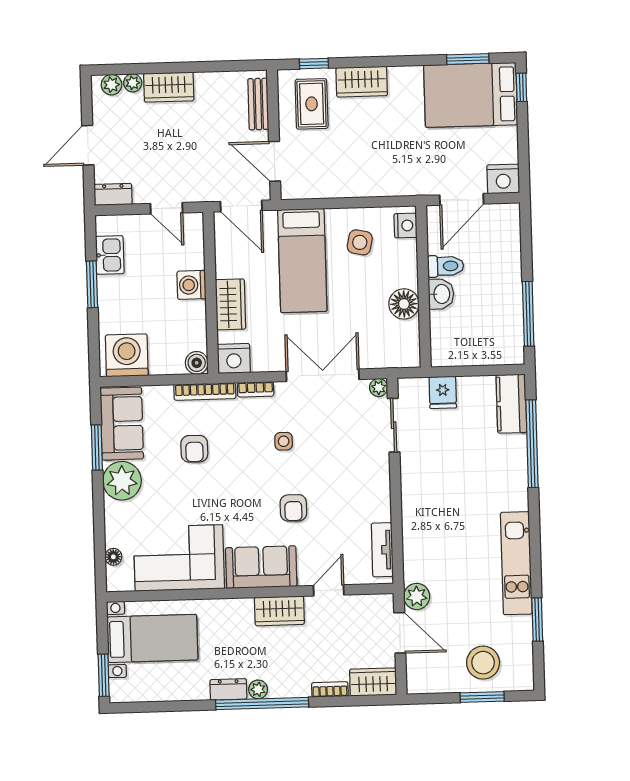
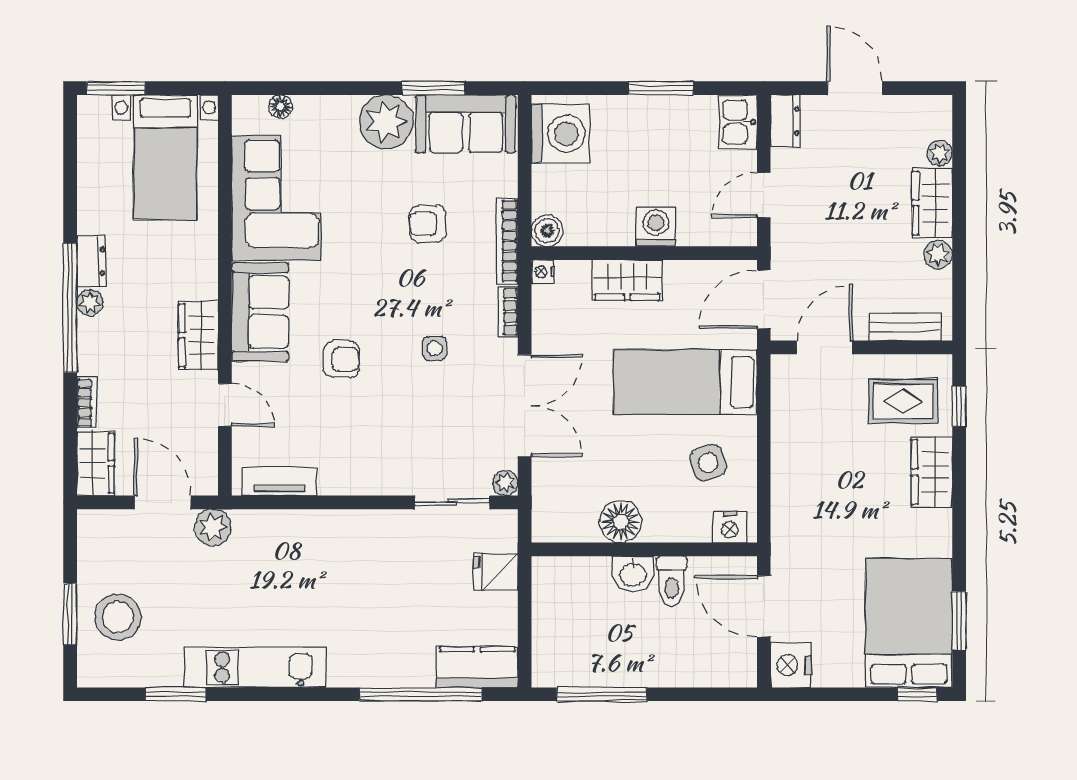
plant: (111, 85) -> (938, 255), moved
side table: (360, 242) -> (708, 463), turned -32
kitchen sink: (110, 255) -> (738, 122), moved, turned 90
nightstand: (234, 358) -> (543, 272), width x0.53, depth x0.56
armchair: (293, 508) -> (341, 359), turned 180
door: (400, 633) -> (163, 502), swing flipped

